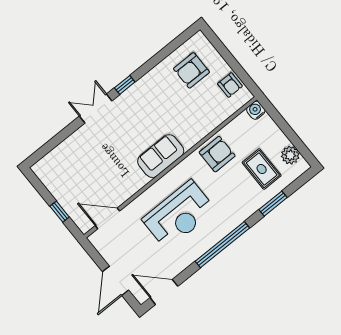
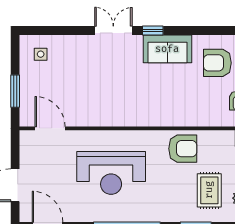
sofa: (161, 156) -> (167, 49), moved, turned 180
side table: (56, 169) -> (41, 54), added
window: (60, 212) -> (15, 91), width x1.50

